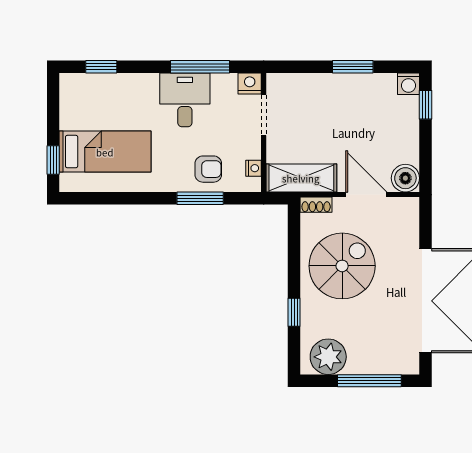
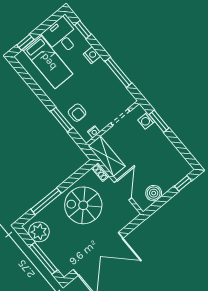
window: (353, 67) -> (159, 121), moved
nightstand: (250, 84) -> (92, 55), moved
washing machine: (409, 84) -> (146, 121), moved
desk: (185, 100) -> (61, 36), moved, turned -90
boiler: (405, 178) -> (154, 193), moved
spiral stairs: (342, 266) -> (83, 205), turned 180
window: (294, 312) -> (46, 201), width x2.17

